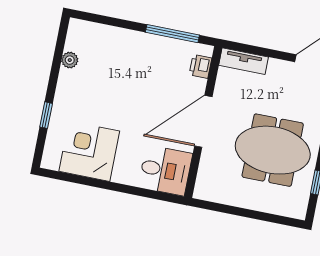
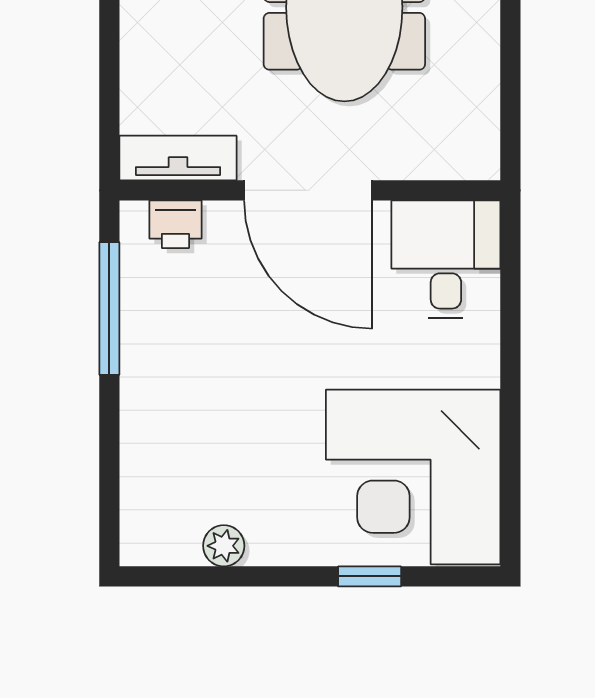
tv unit: (244, 61) -> (178, 158), moved, turned -90
corner desk: (89, 151) -> (413, 477), width x1.36, depth x1.36

